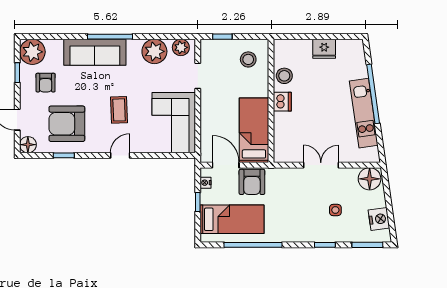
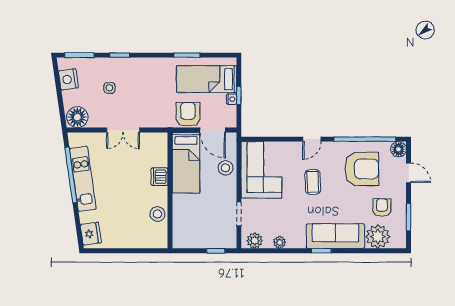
window: (110, 37) -> (321, 251), width x0.46
fridge: (324, 49) -> (91, 234), moved, turned 82
plant: (154, 51) -> (280, 242), width x0.53, depth x0.53
plant: (32, 52) -> (378, 237), moved
stool: (248, 59) -> (225, 168), moved
window: (17, 73) -> (409, 217), width x1.50
window: (373, 94) -> (71, 175), moved
dishwasher: (282, 102) -> (159, 177), moved
window: (64, 155) -> (365, 139), width x3.17
nightstand: (206, 183) -> (232, 99), moved
window: (253, 245) -> (187, 55), width x0.47

